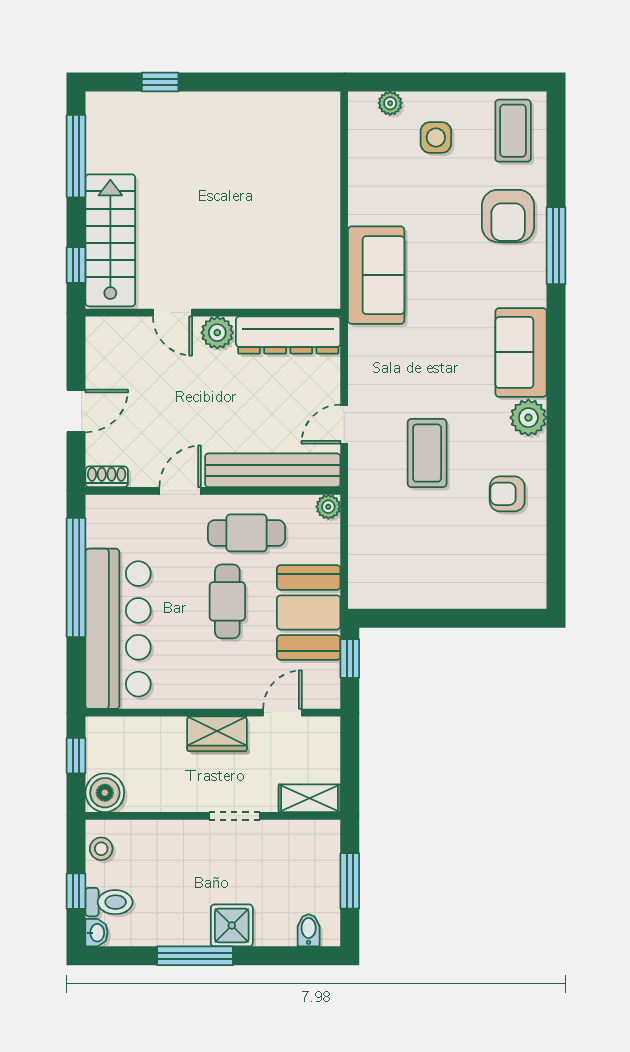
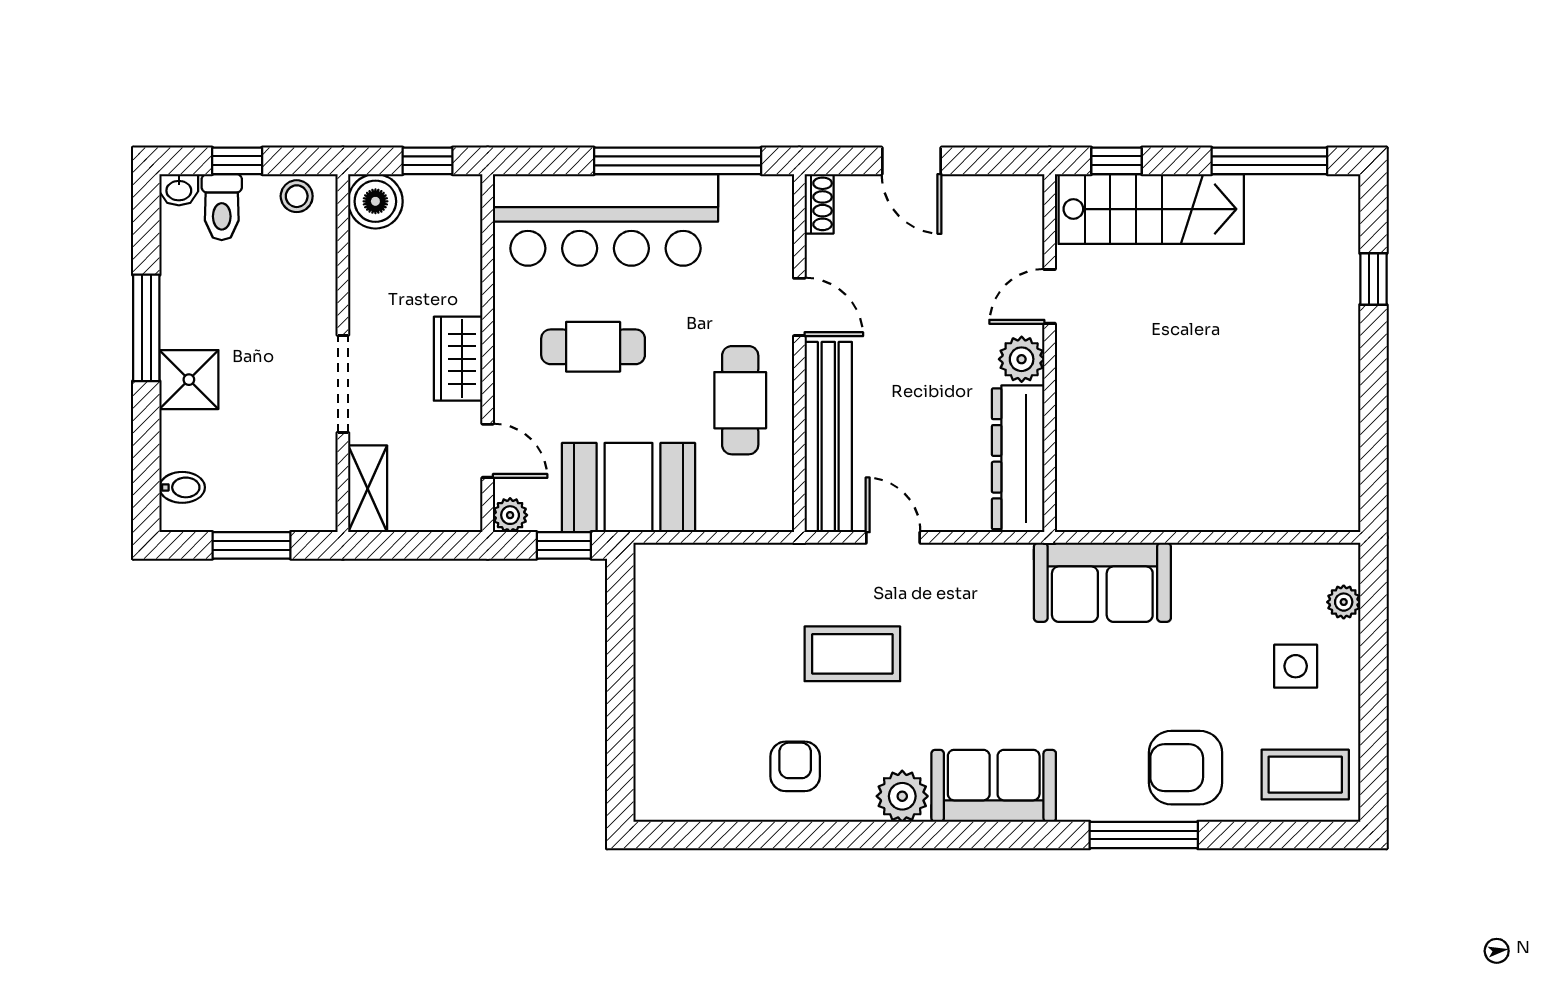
plant: (328, 507) -> (510, 515), moved
cafe table: (227, 601) -> (593, 347), moved
doorway: (235, 816) -> (343, 384), width x1.38

